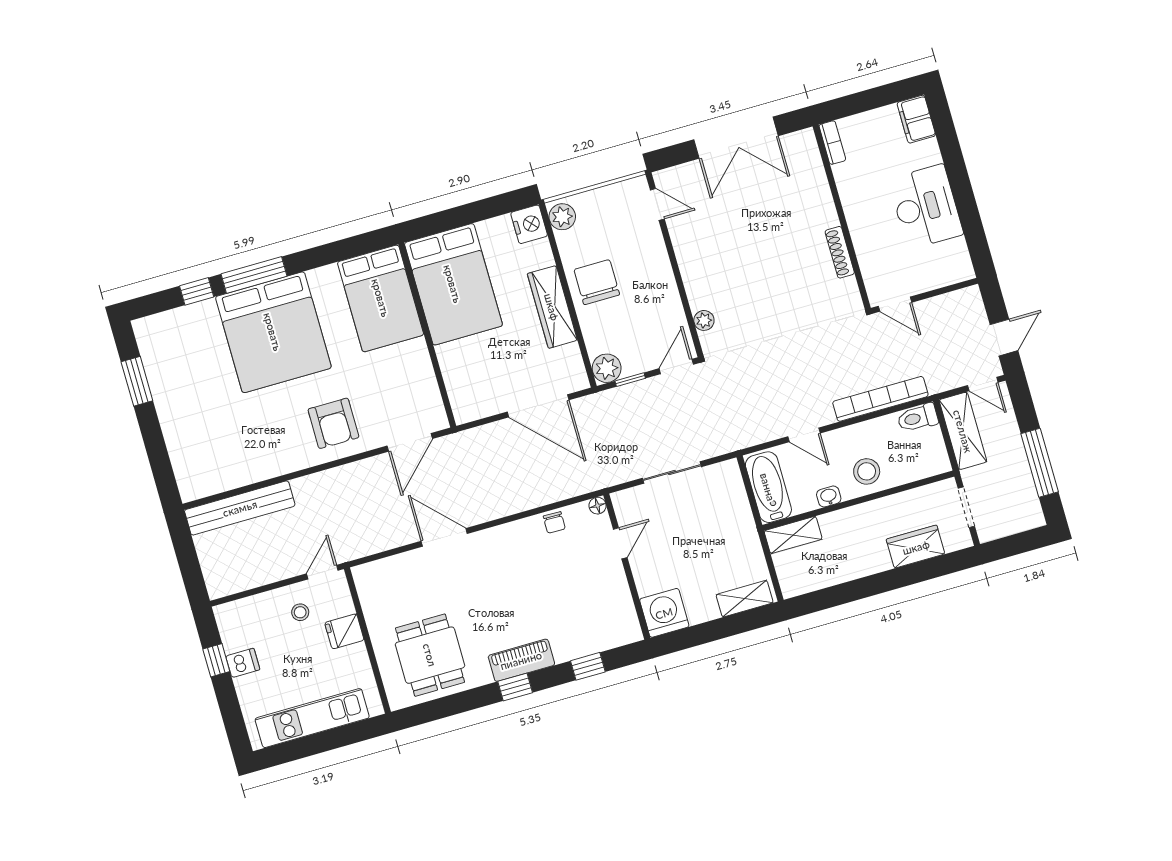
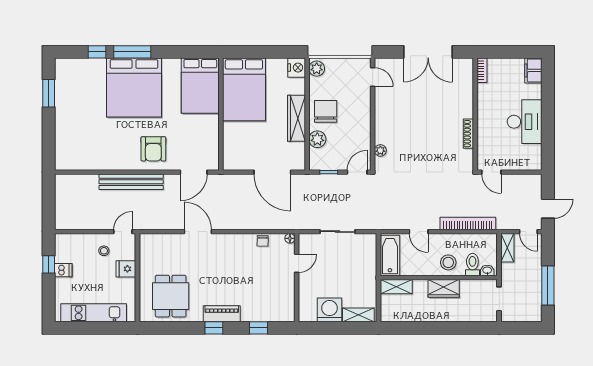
plant: (607, 368) -> (317, 139), moved
toilet: (918, 418) -> (472, 265), moved, turned 90
shelving: (963, 431) -> (507, 248), width x0.67, depth x0.75
washbasin: (829, 496) -> (487, 271), moved
bench: (240, 508) -> (131, 182), moved
wardrobe: (916, 547) -> (444, 288), moved, turned 180
washing machine: (664, 613) -> (330, 310), moved

